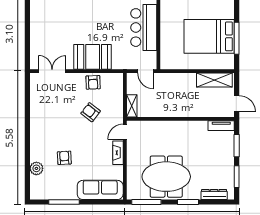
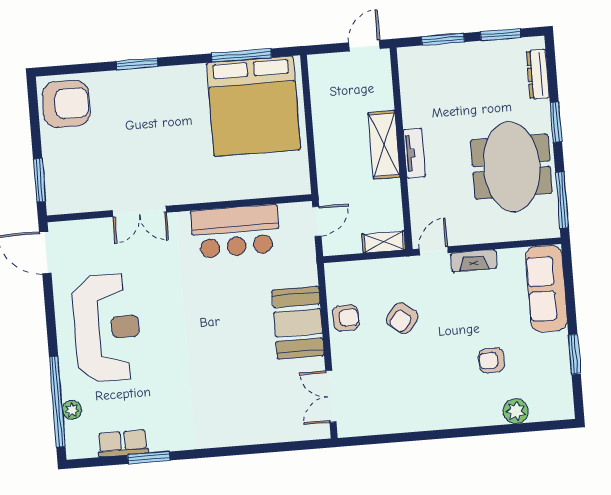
bed: (209, 36) -> (254, 106), width x1.36
shelving: (214, 80) -> (384, 145), moved
tv unit: (221, 126) -> (414, 153), moved
door: (125, 132) -> (434, 251), swing flipped
window: (64, 202) -> (575, 354), width x0.69

